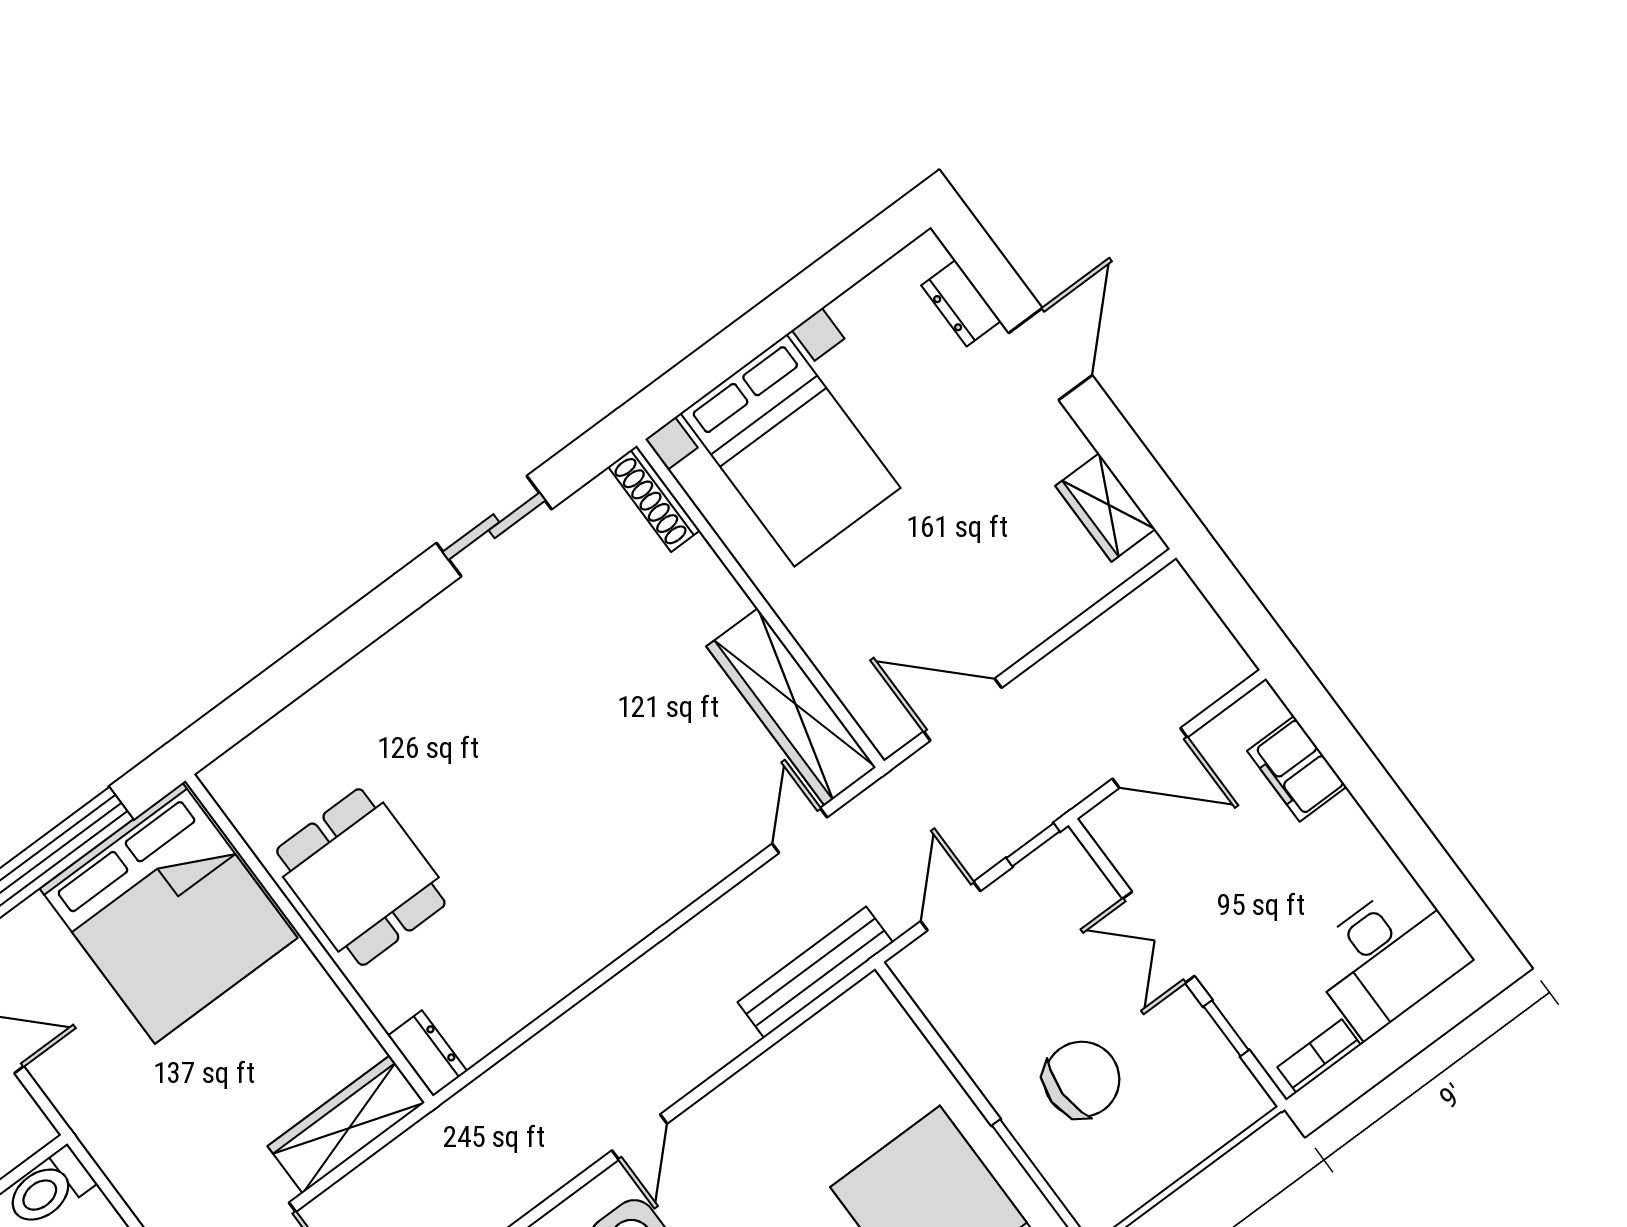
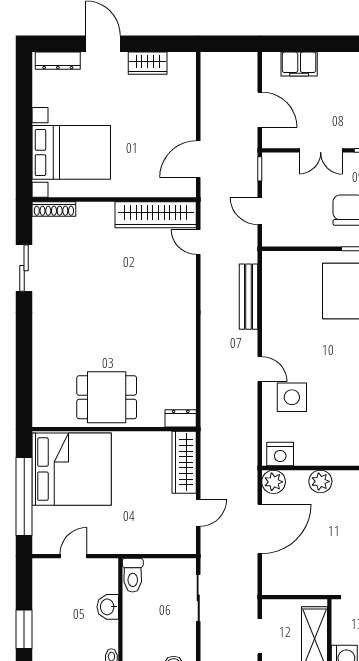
dresser: (961, 303) -> (58, 61), width x1.44
wardrobe: (1105, 507) -> (148, 63), moved
door: (1150, 758) -> (260, 110), hinge flipped
bench: (815, 972) -> (248, 297), moved

